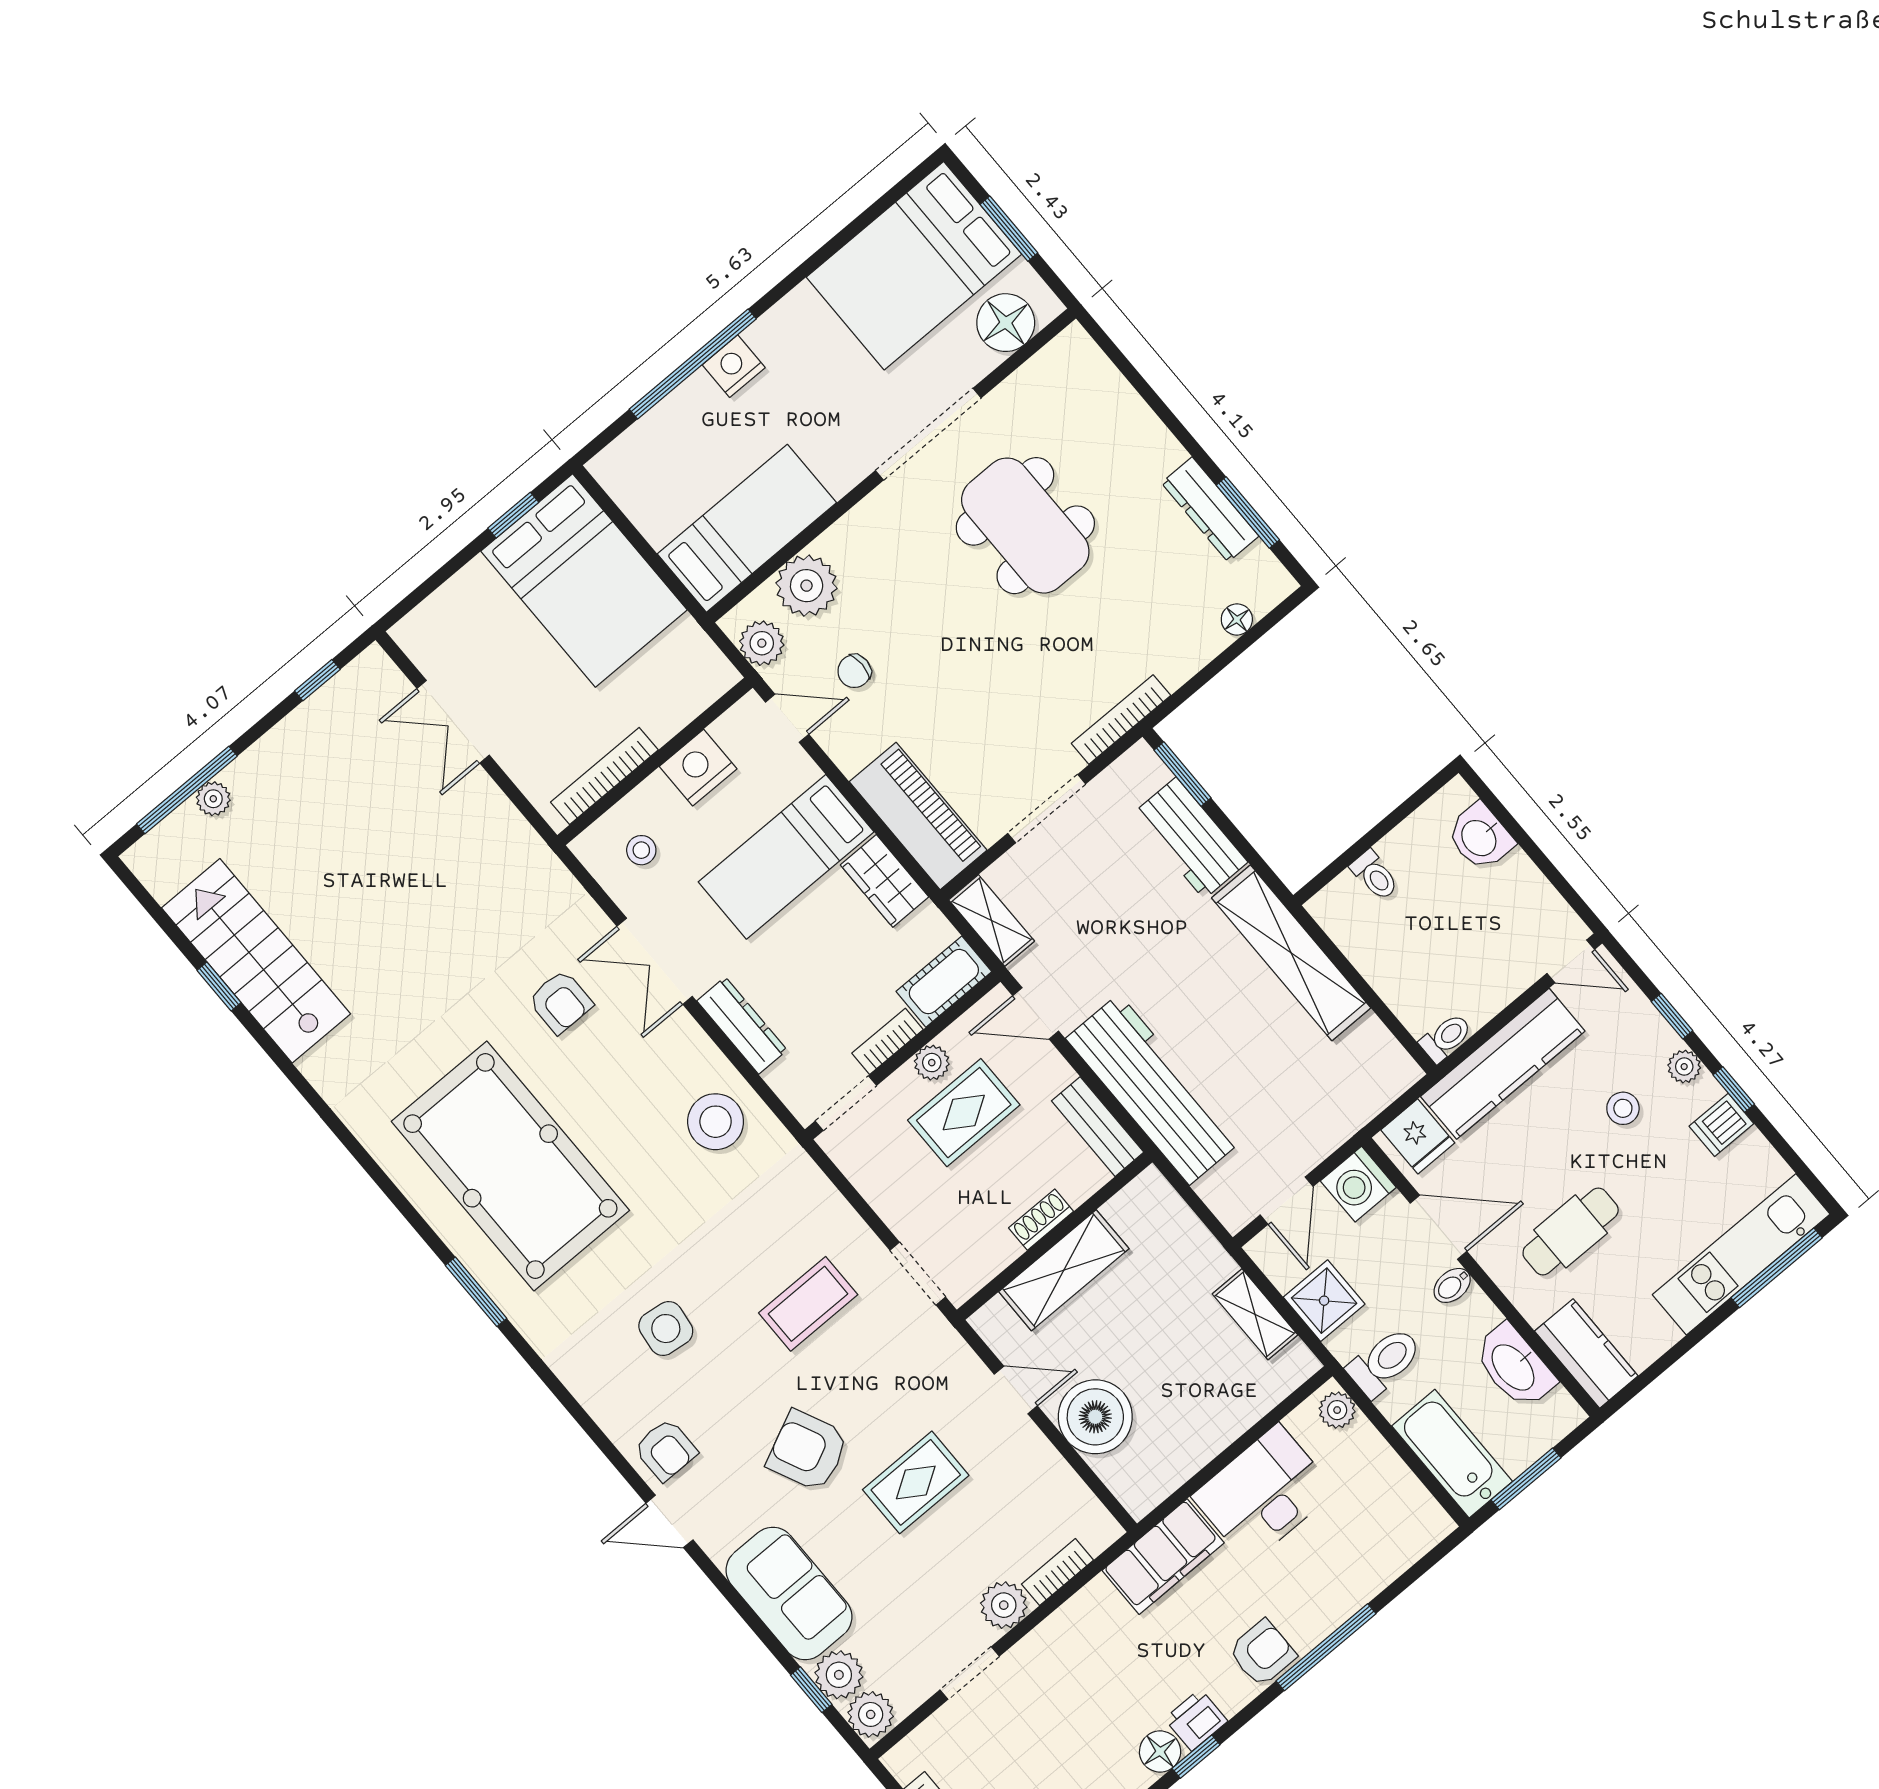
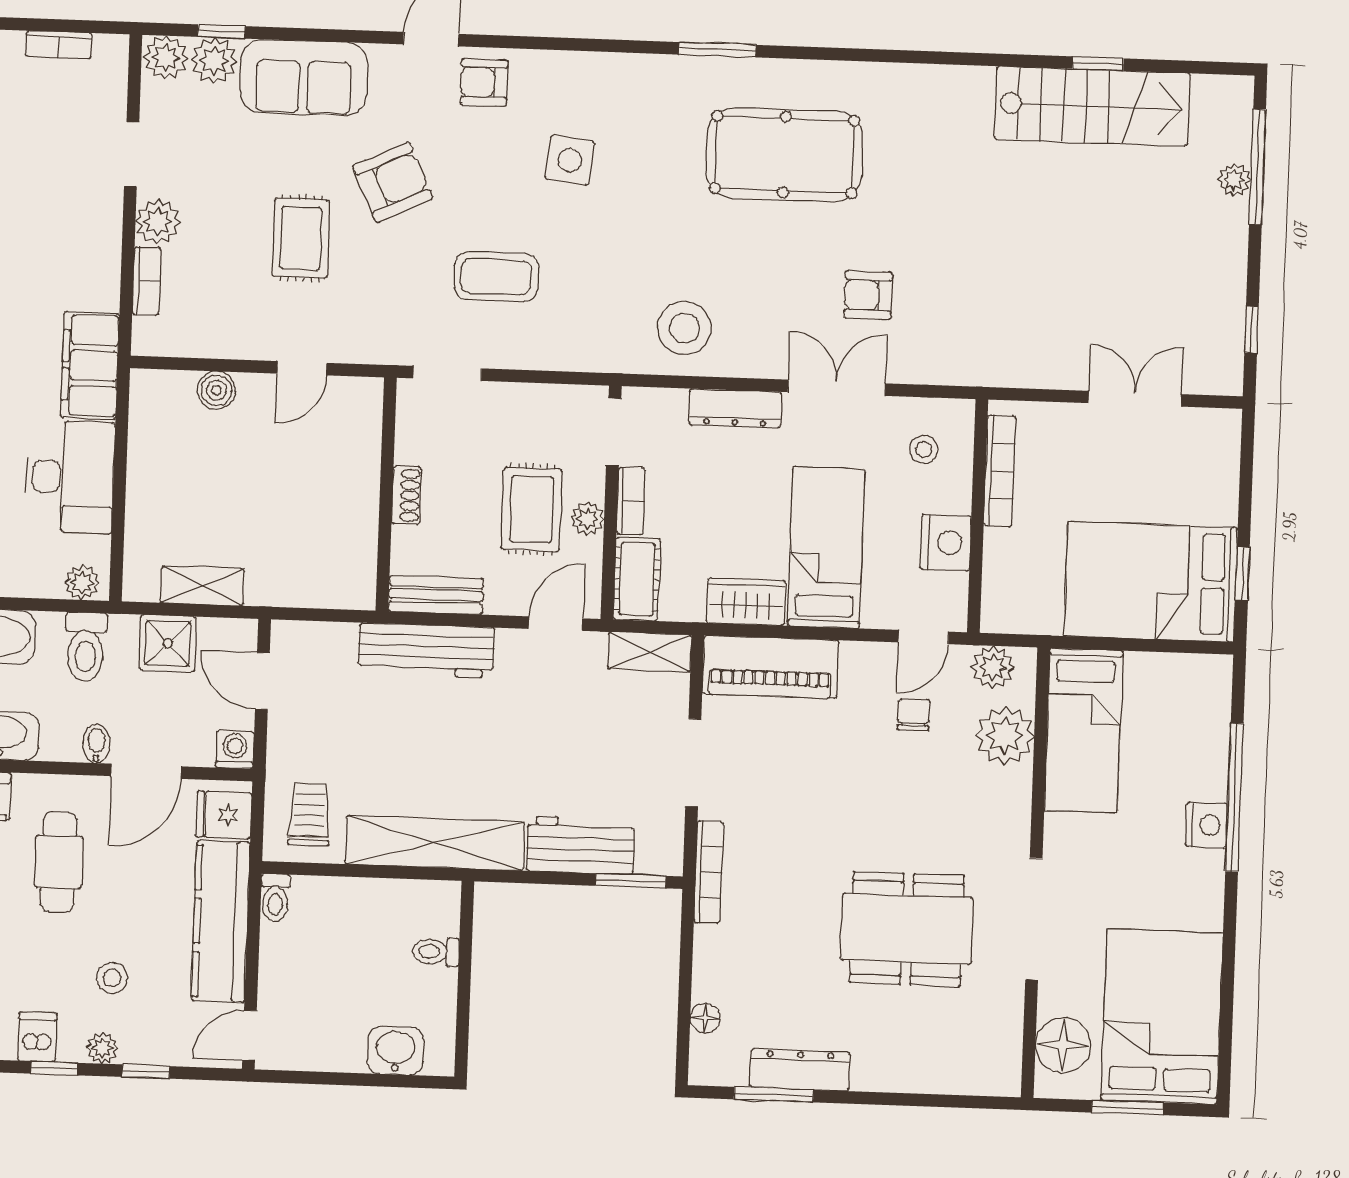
trolley: (1357, 1071) -> (309, 814), added
workbench: (1154, 1089) -> (426, 650), width x0.73, depth x0.76
pool table: (510, 1166) -> (784, 155), width x0.73, depth x0.76
washing machine: (1358, 1184) -> (235, 750), width x0.73, depth x0.73
shelving: (1064, 1270) -> (356, 479), removed
coffee table: (808, 1304) -> (496, 277), turned 90
boiler: (1095, 1417) -> (216, 390), width x0.54, depth x0.54

